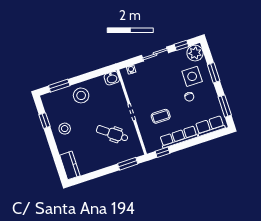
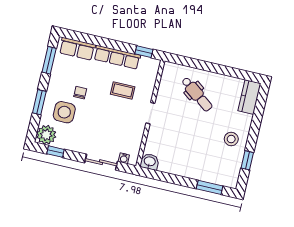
sliding door: (155, 54) -> (101, 162), moved
stool: (81, 95) -> (193, 163), removed
dental chair: (112, 133) -> (197, 94), moved
window: (128, 164) -> (188, 62), removed

